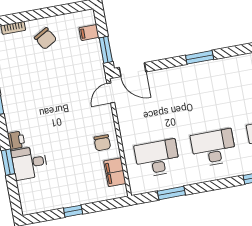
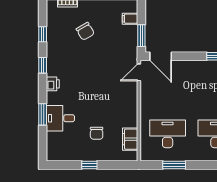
chair: (45, 39) -> (85, 31), moved
printer: (16, 140) -> (53, 84), moved
chair: (102, 143) -> (97, 133), moved

